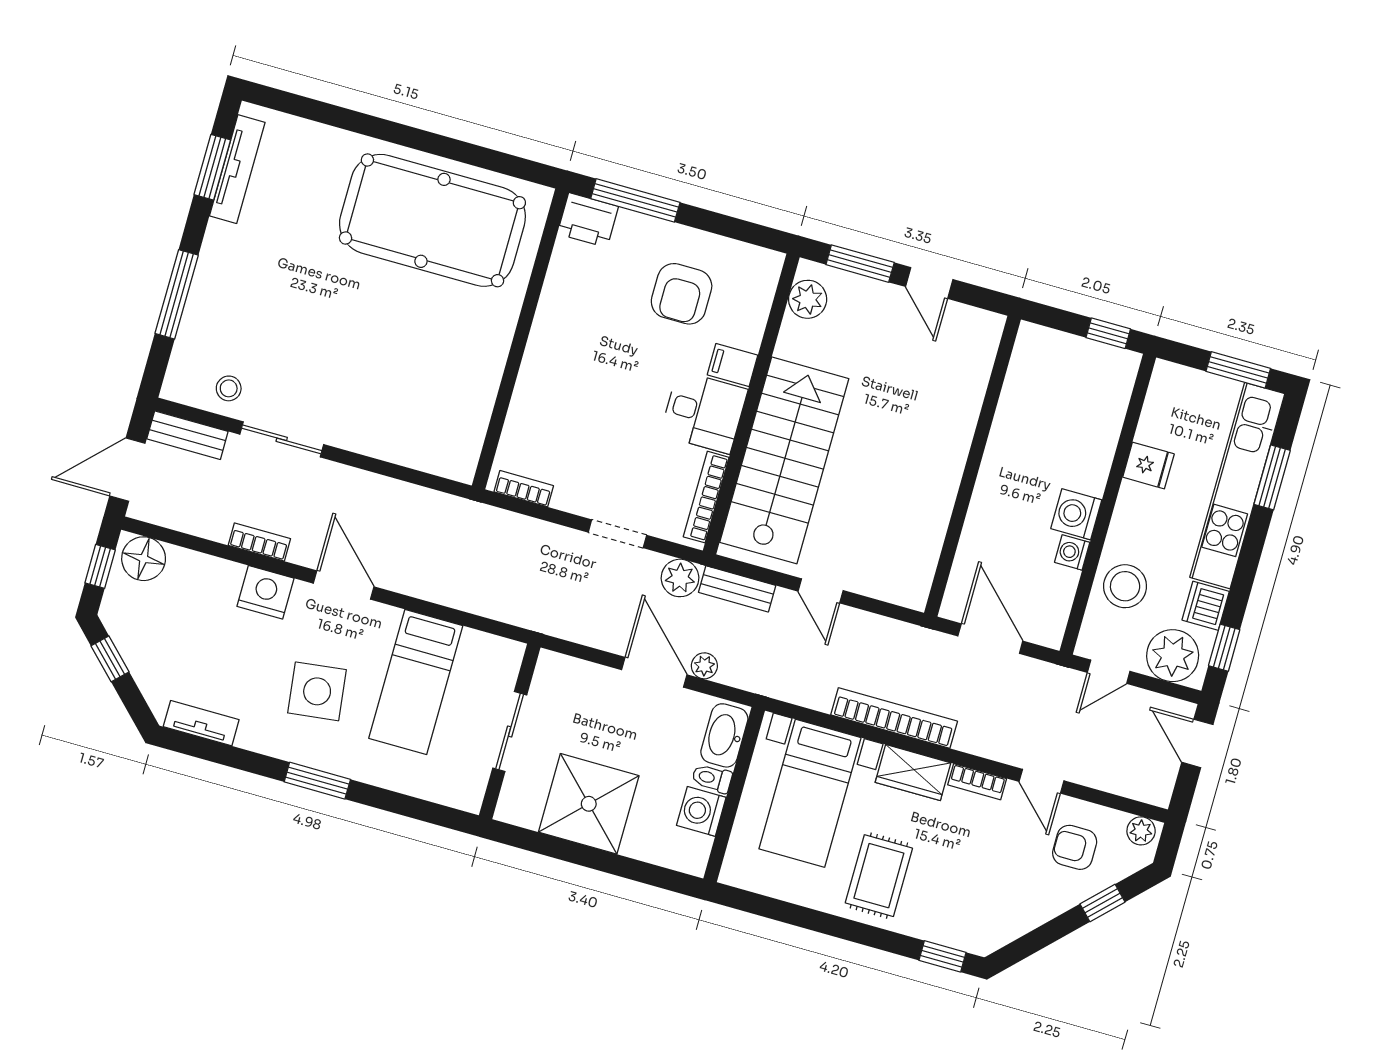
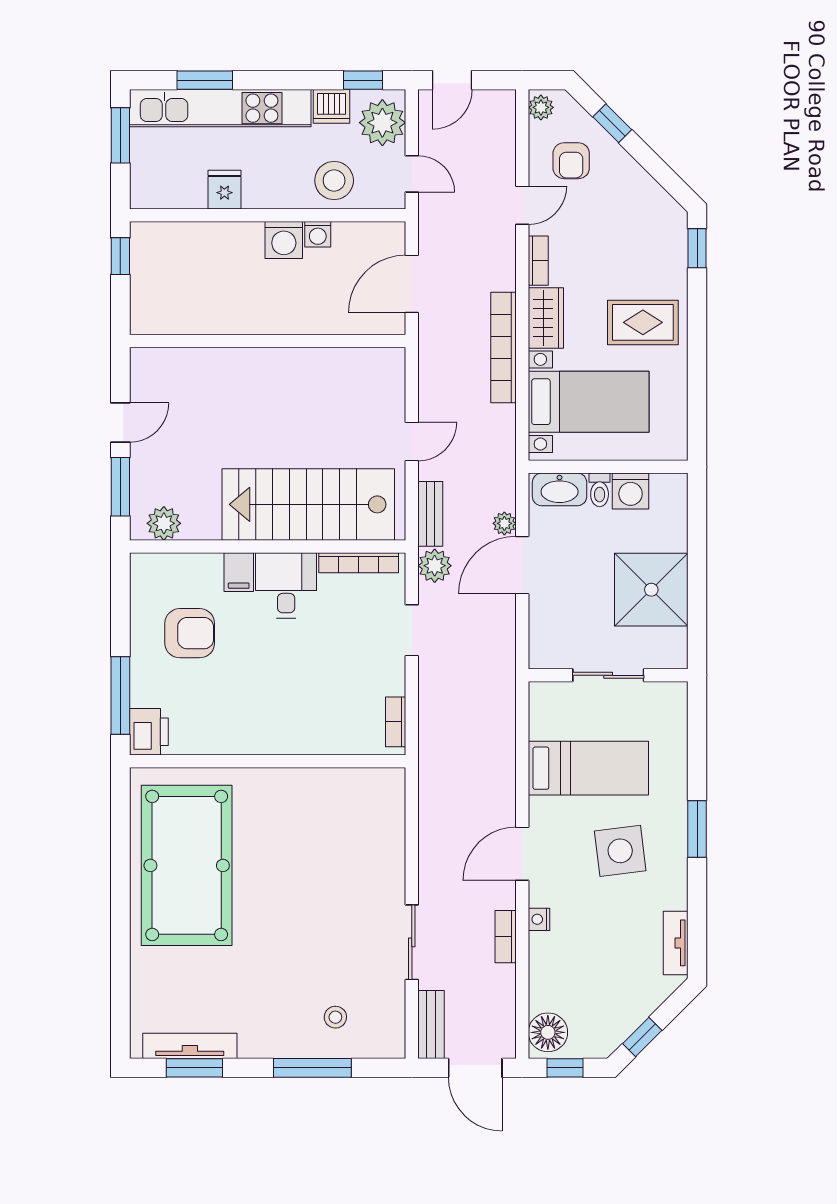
stool: (229, 388) -> (335, 1017), moved
nightstand: (265, 592) -> (539, 919), width x0.53, depth x0.56

